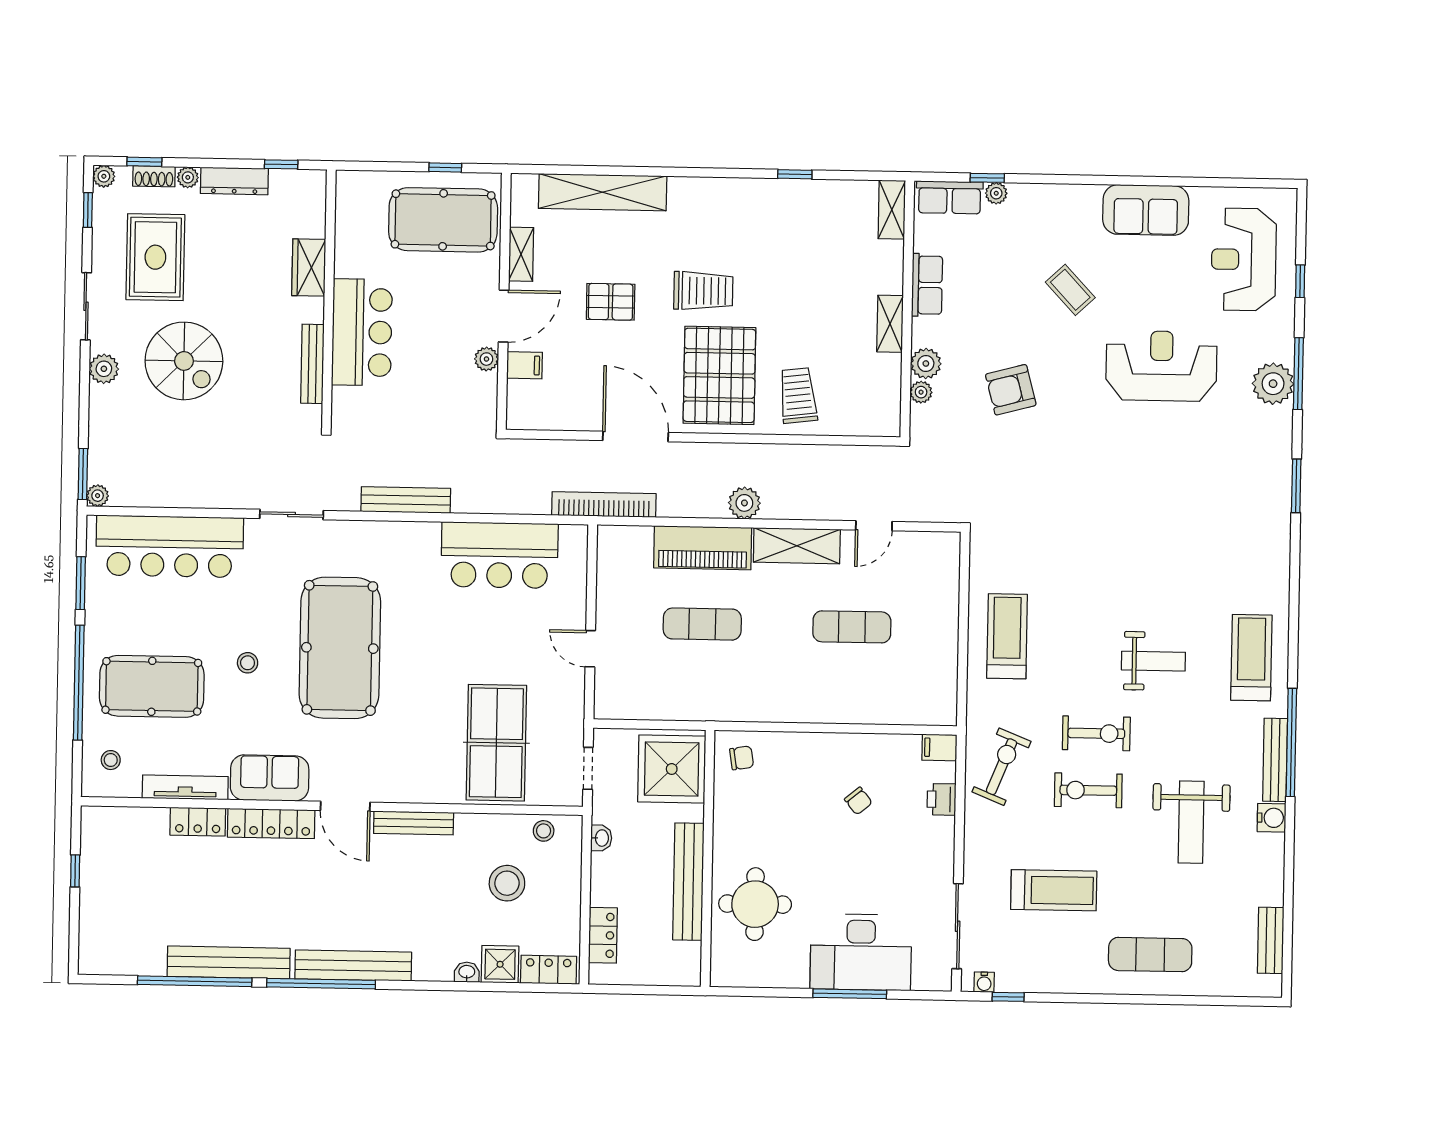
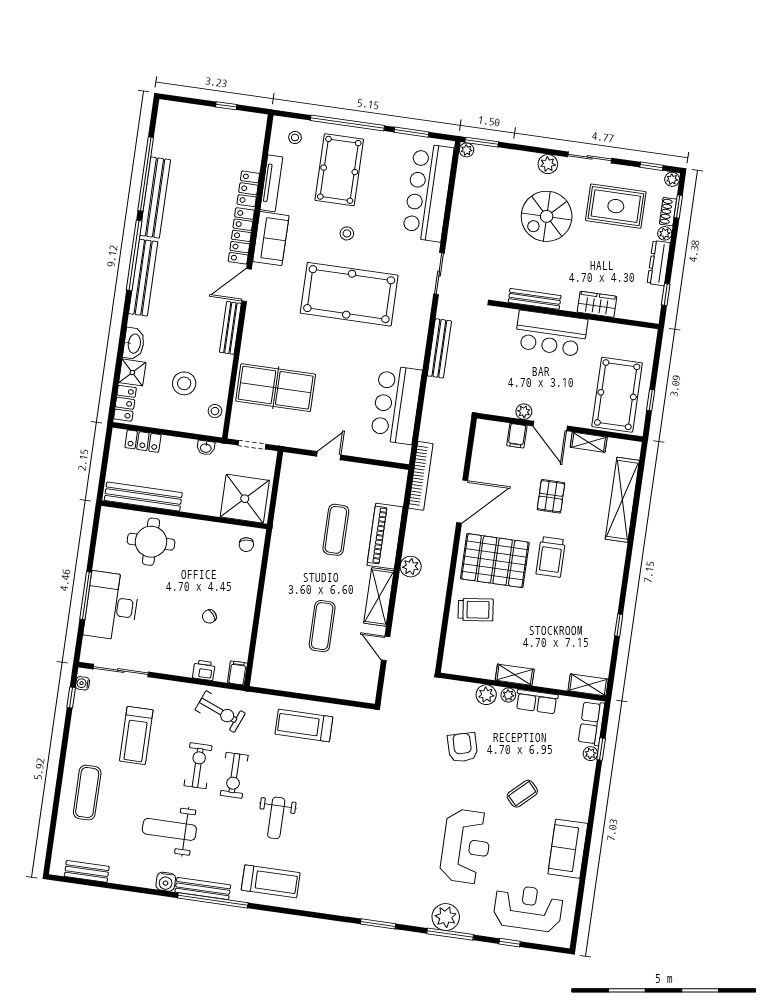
plant: (921, 392) -> (508, 695), moved
treadmill: (1007, 636) -> (304, 725), turned 180
bench: (688, 882) -> (143, 497), moved
washbasin: (467, 972) -> (134, 343), width x1.91, depth x1.45

